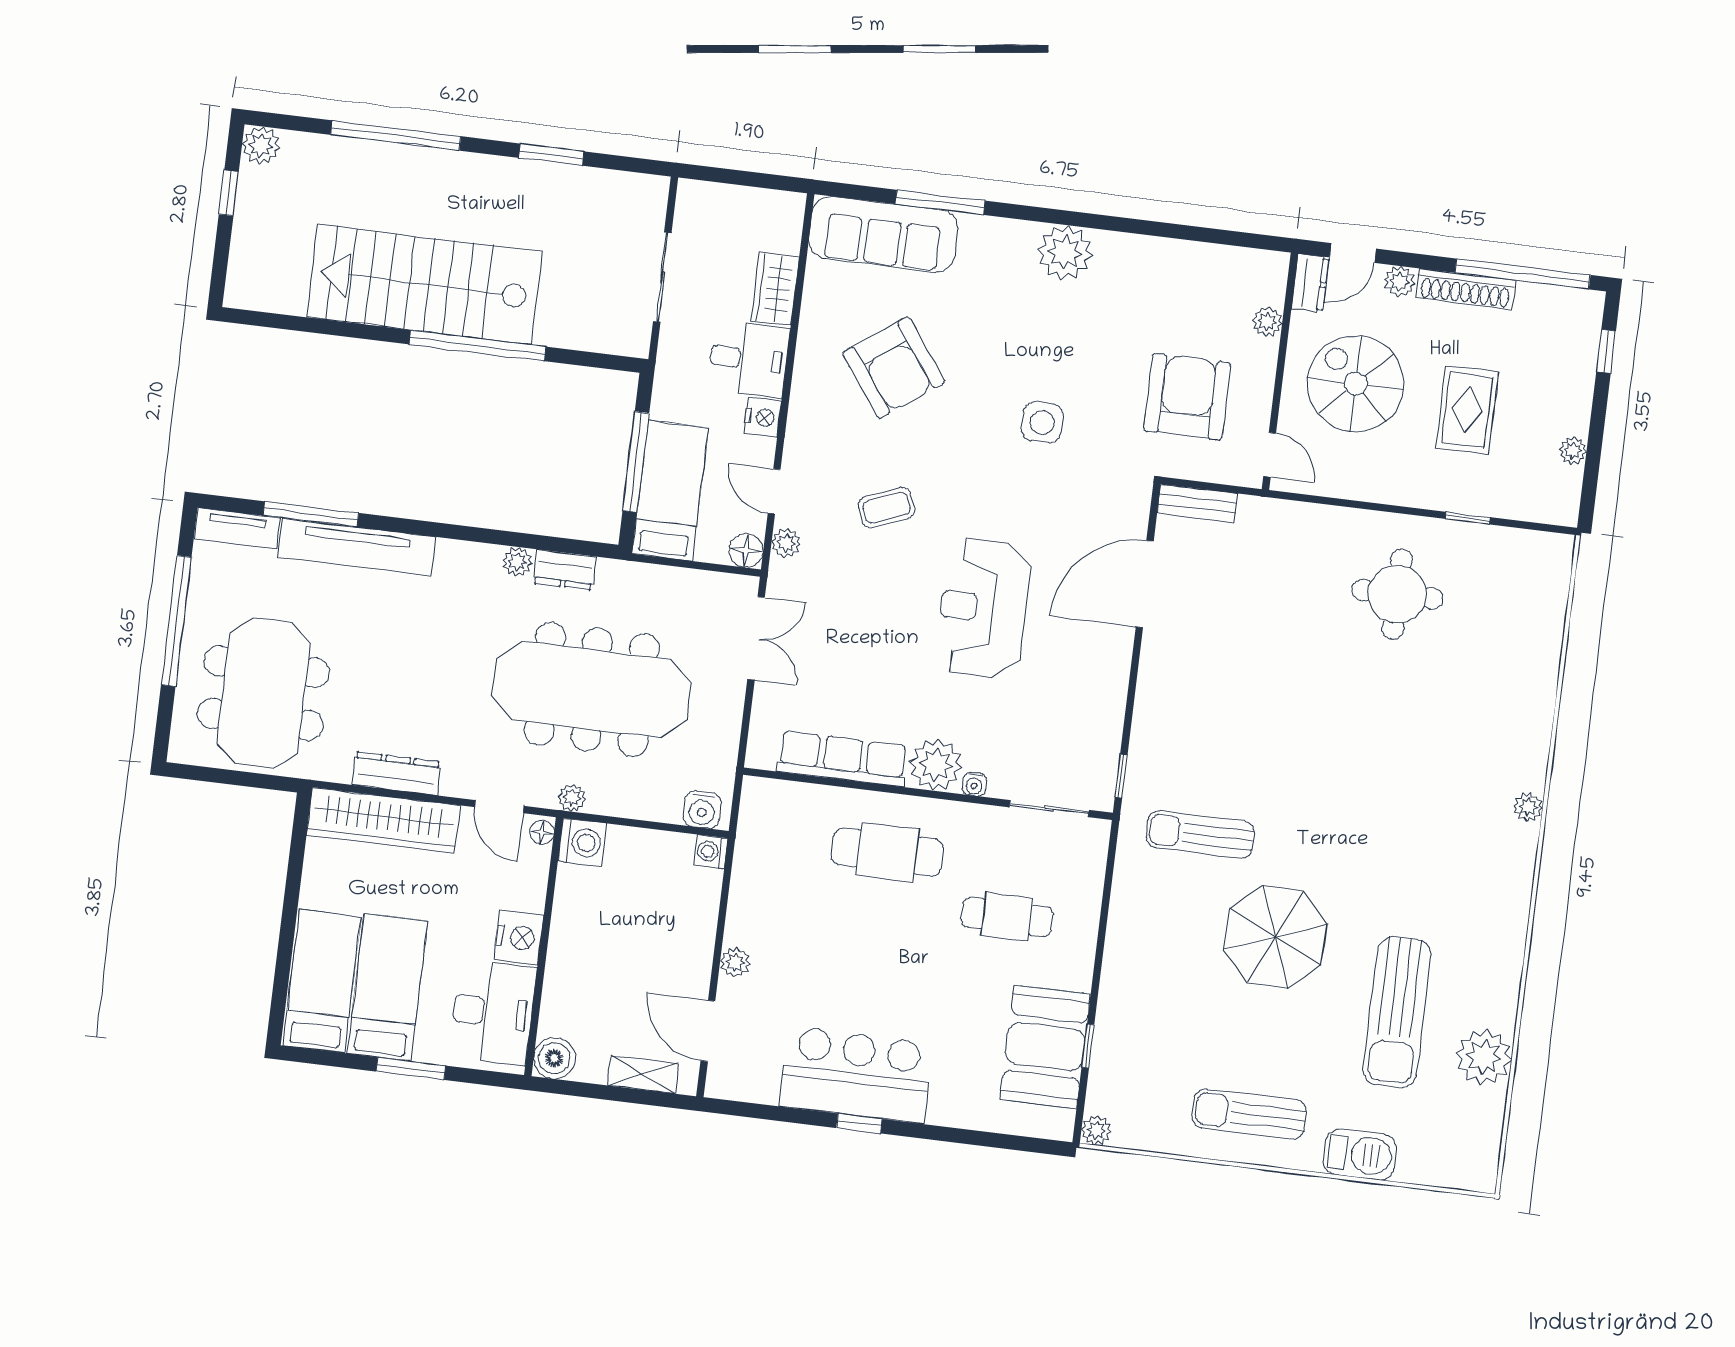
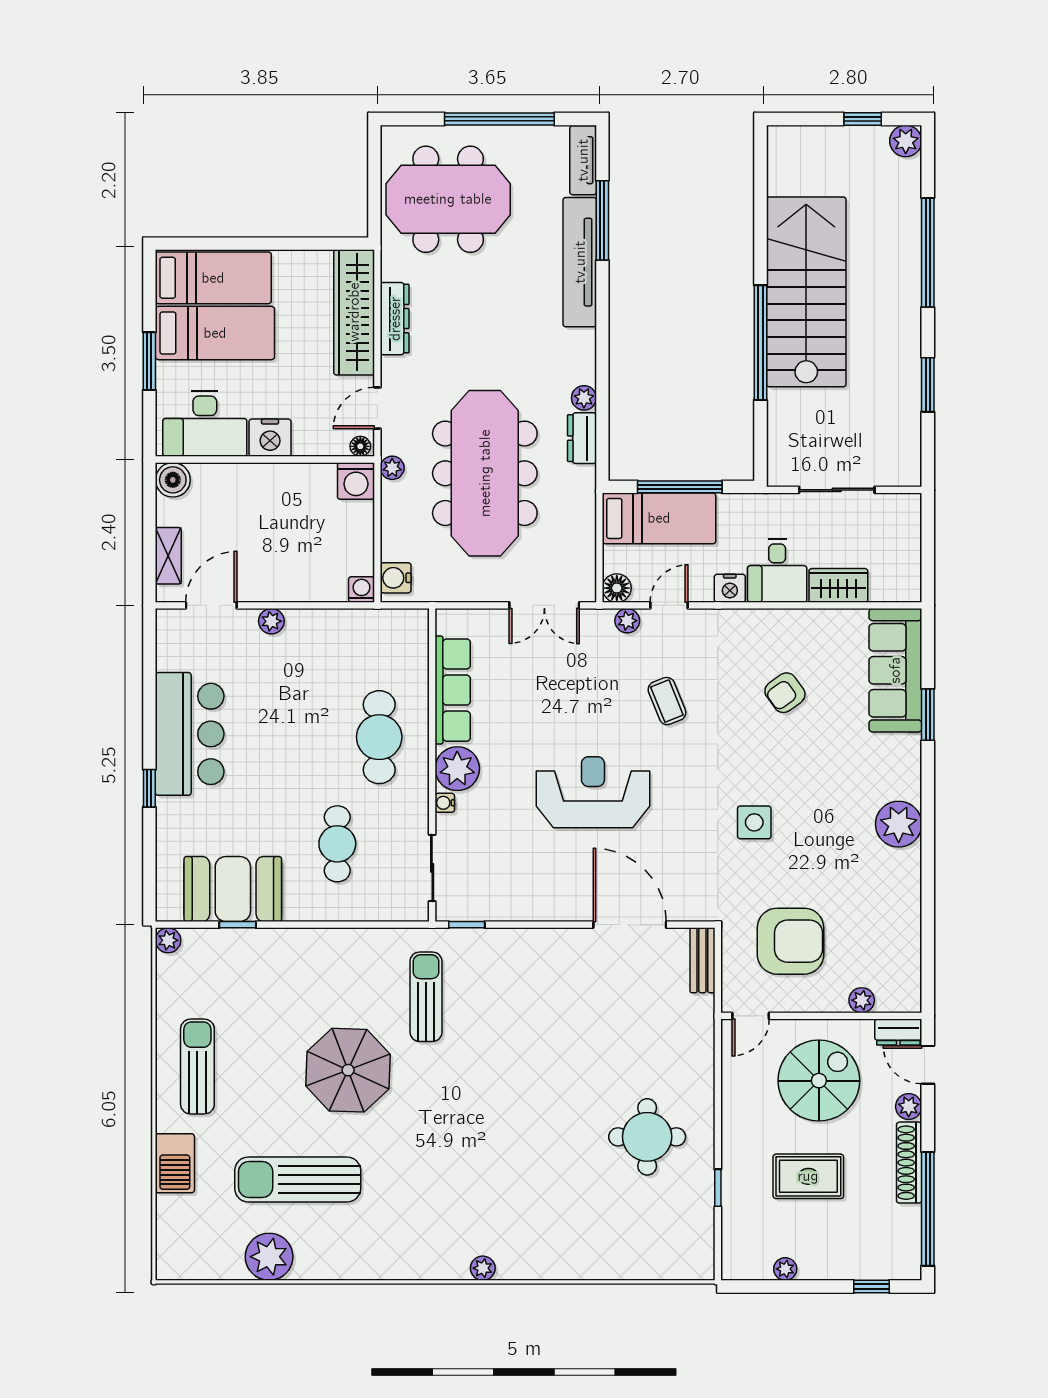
window: (940, 202) -> (928, 715), width x0.69
armchair: (894, 367) -> (785, 693), width x0.53, depth x0.53
window: (859, 1124) -> (149, 788), moved

